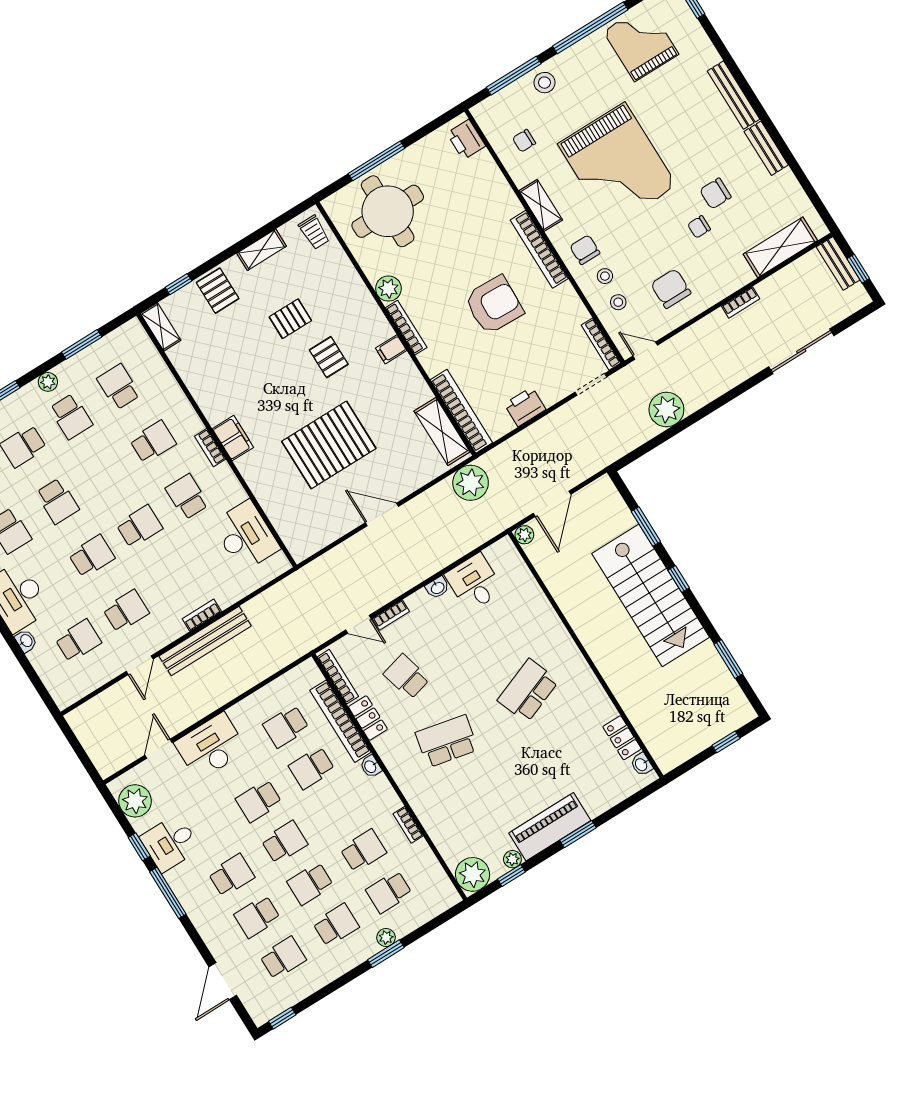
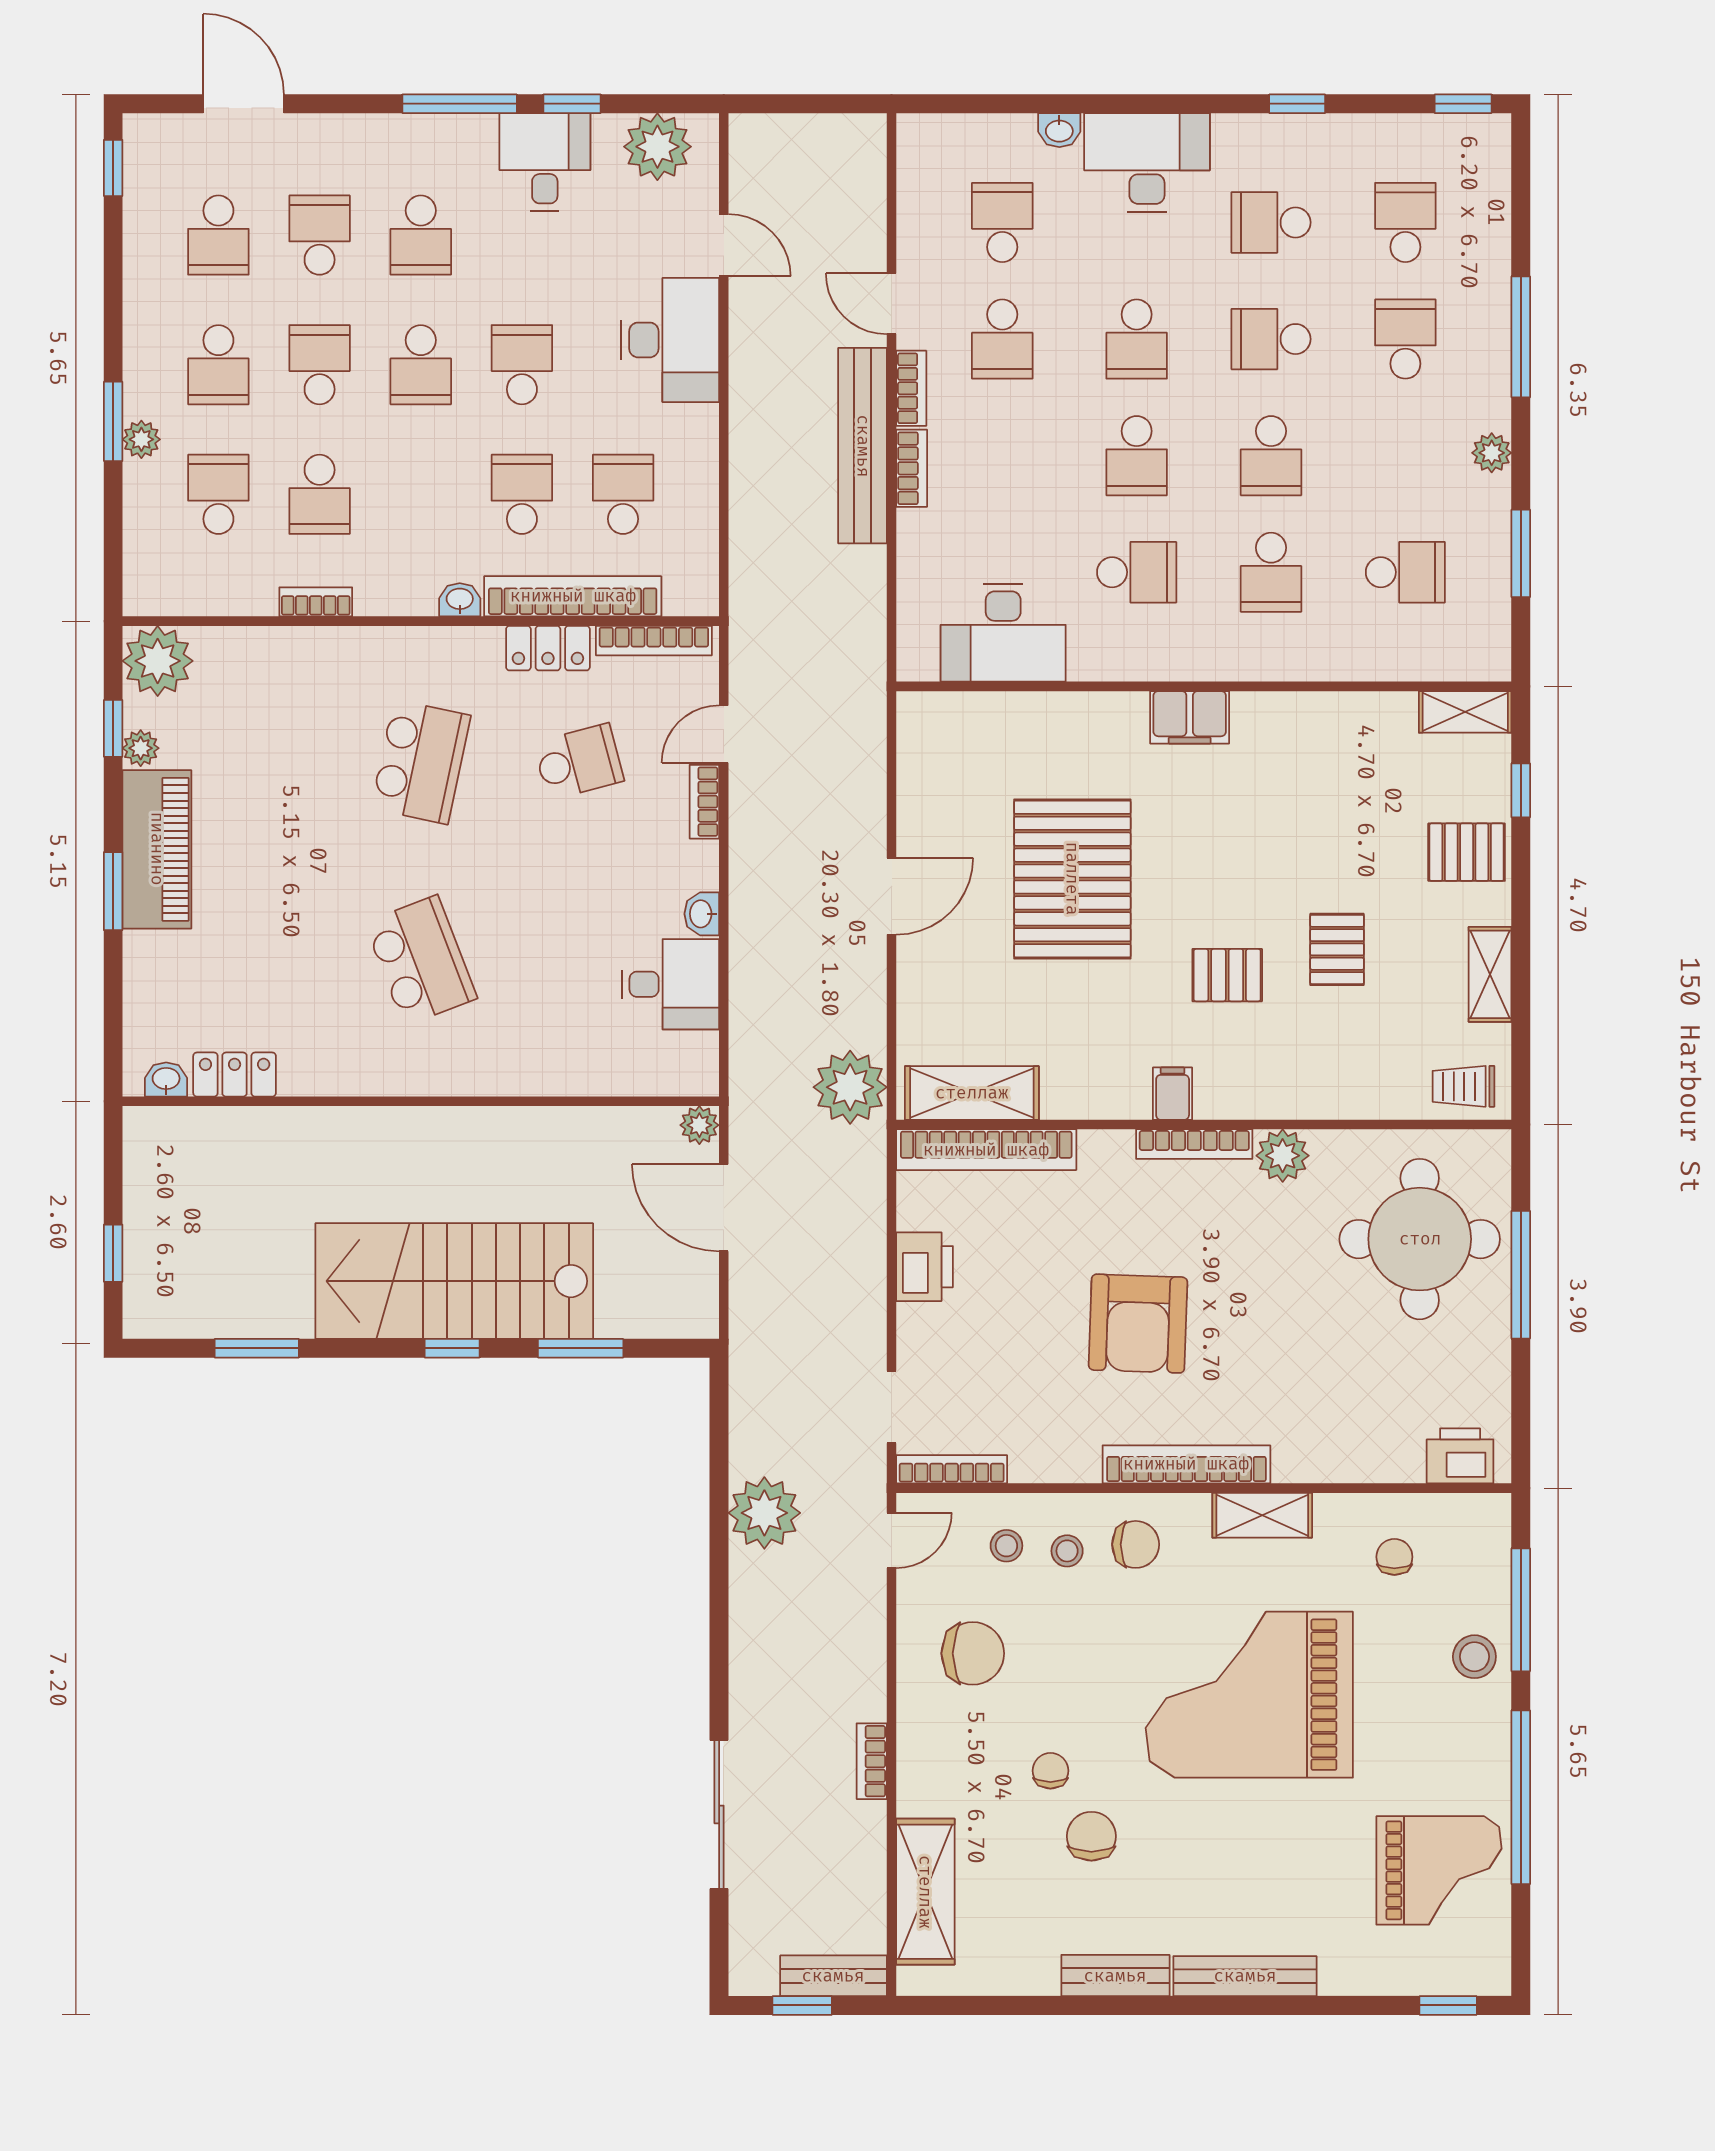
school desk: (71, 416) -> (1271, 456), moved, turned -90
bookcase: (210, 448) -> (911, 388), moved, turned 90
school desk: (78, 641) -> (1002, 222), turned 180

